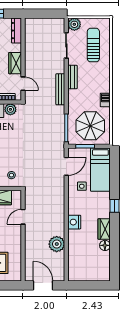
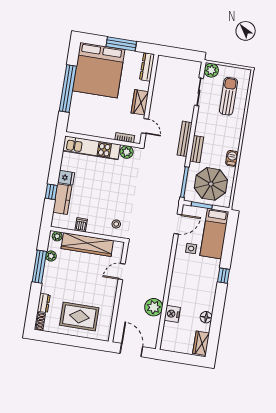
bench: (73, 77) -> (197, 149), moved
nightstand: (74, 222) -> (172, 314), moved
wardrobe: (104, 229) -> (201, 343), moved

